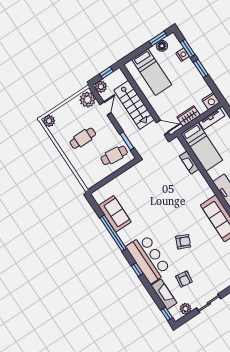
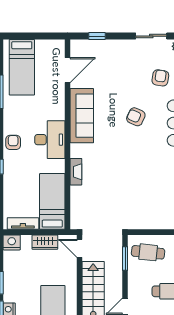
fireplace: (189, 163) -> (76, 172), moved

